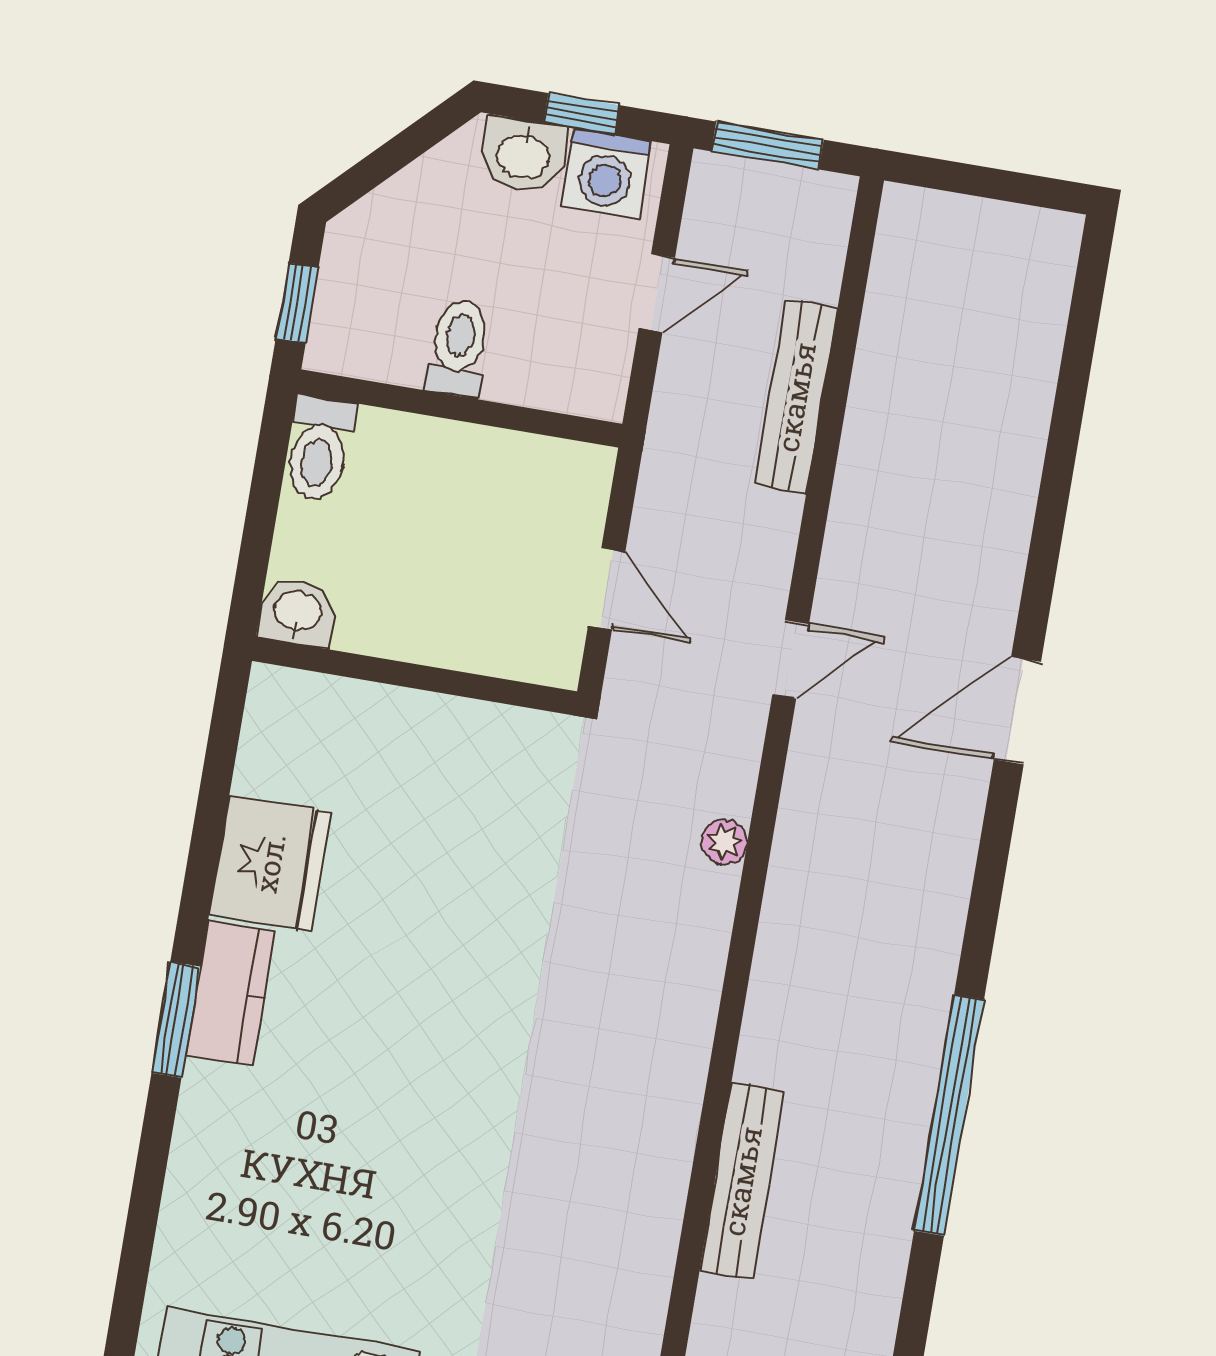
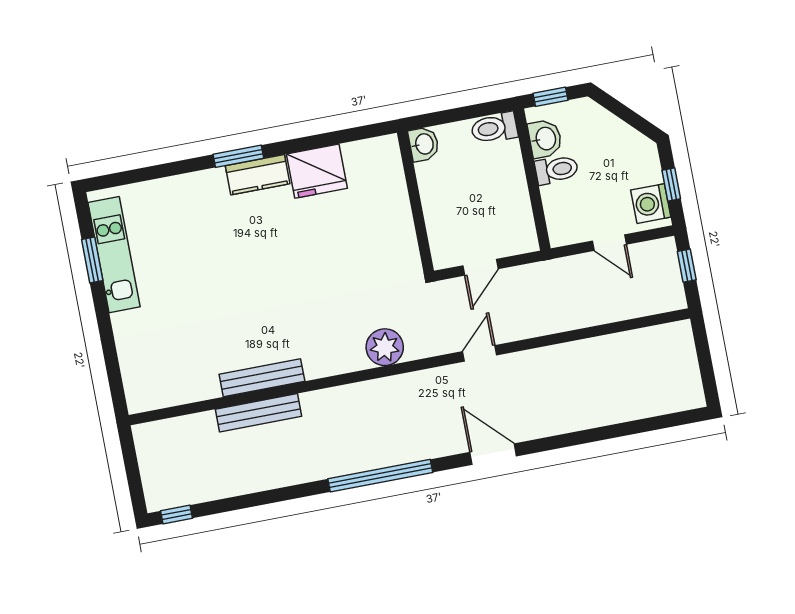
window: (767, 145) -> (687, 266), width x0.67
washbasin: (523, 154) -> (545, 139), moved, turned 180
bench: (796, 397) -> (262, 378), moved
door: (791, 659) -> (480, 353), swing flipped
plant: (725, 842) -> (385, 347), width x1.88, depth x1.88
window: (949, 1115) -> (380, 476), moved

